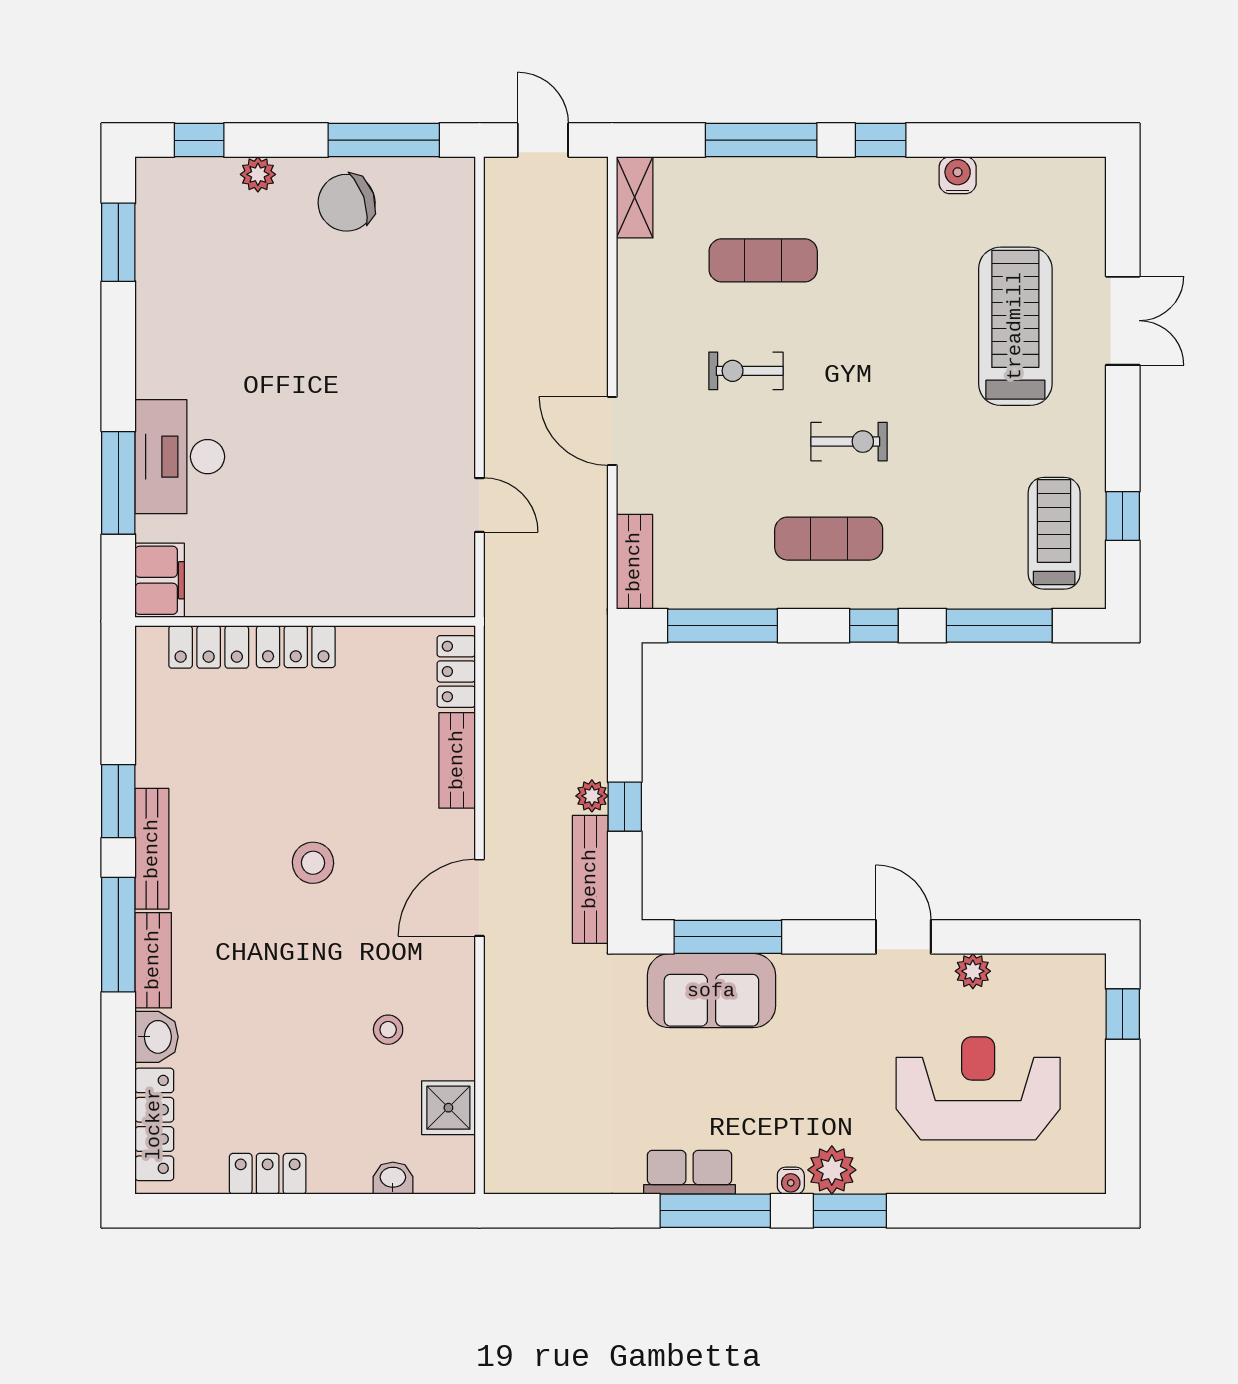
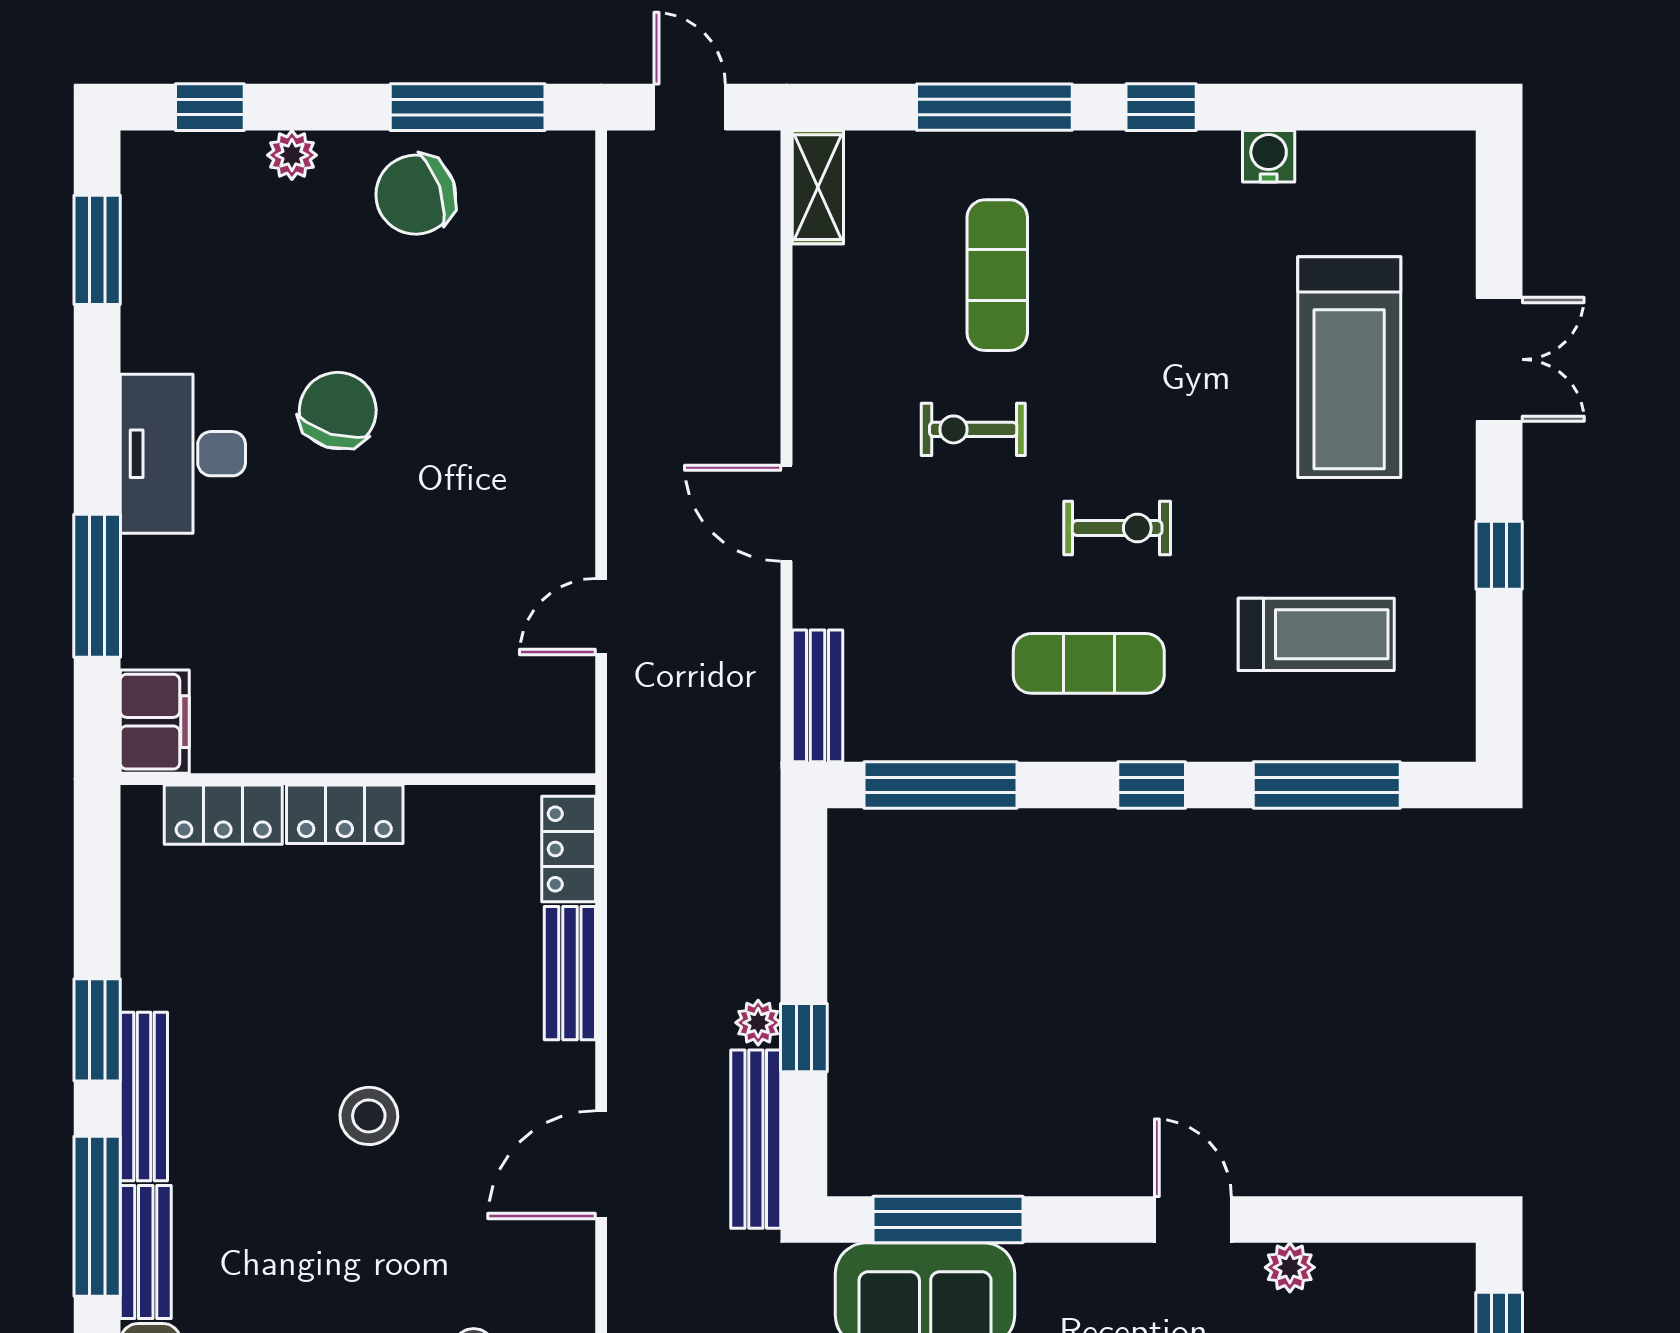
exercise mat: (763, 260) -> (997, 275), turned 90
treadmill: (1015, 326) -> (1349, 367), turned 180
chair: (291, 357) -> (338, 411), added
desk: (180, 457) -> (183, 454), moved
door: (479, 505) -> (601, 617), swing flipped
window: (1123, 516) -> (1499, 555), moved
treadmill: (1054, 533) -> (1316, 634), moved, turned 90

